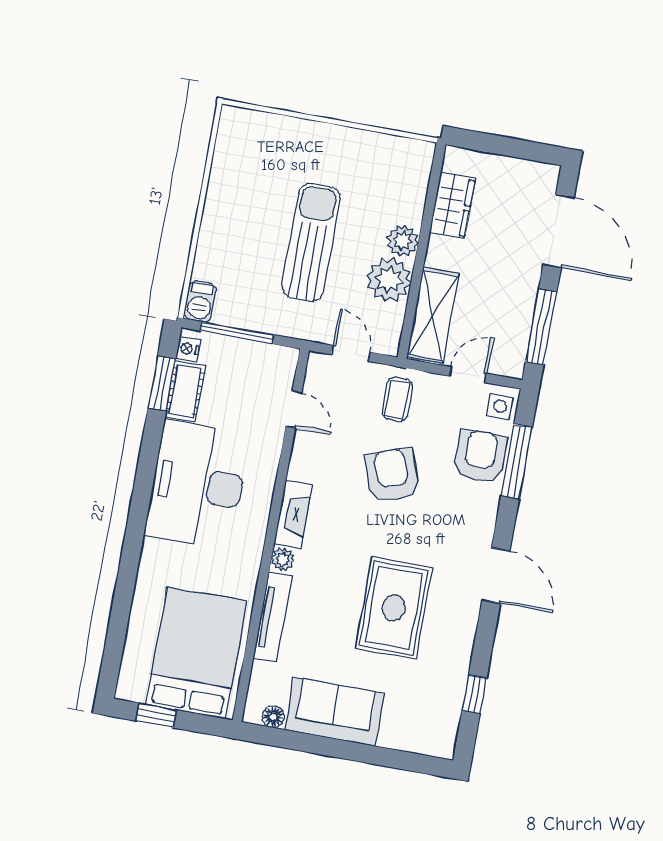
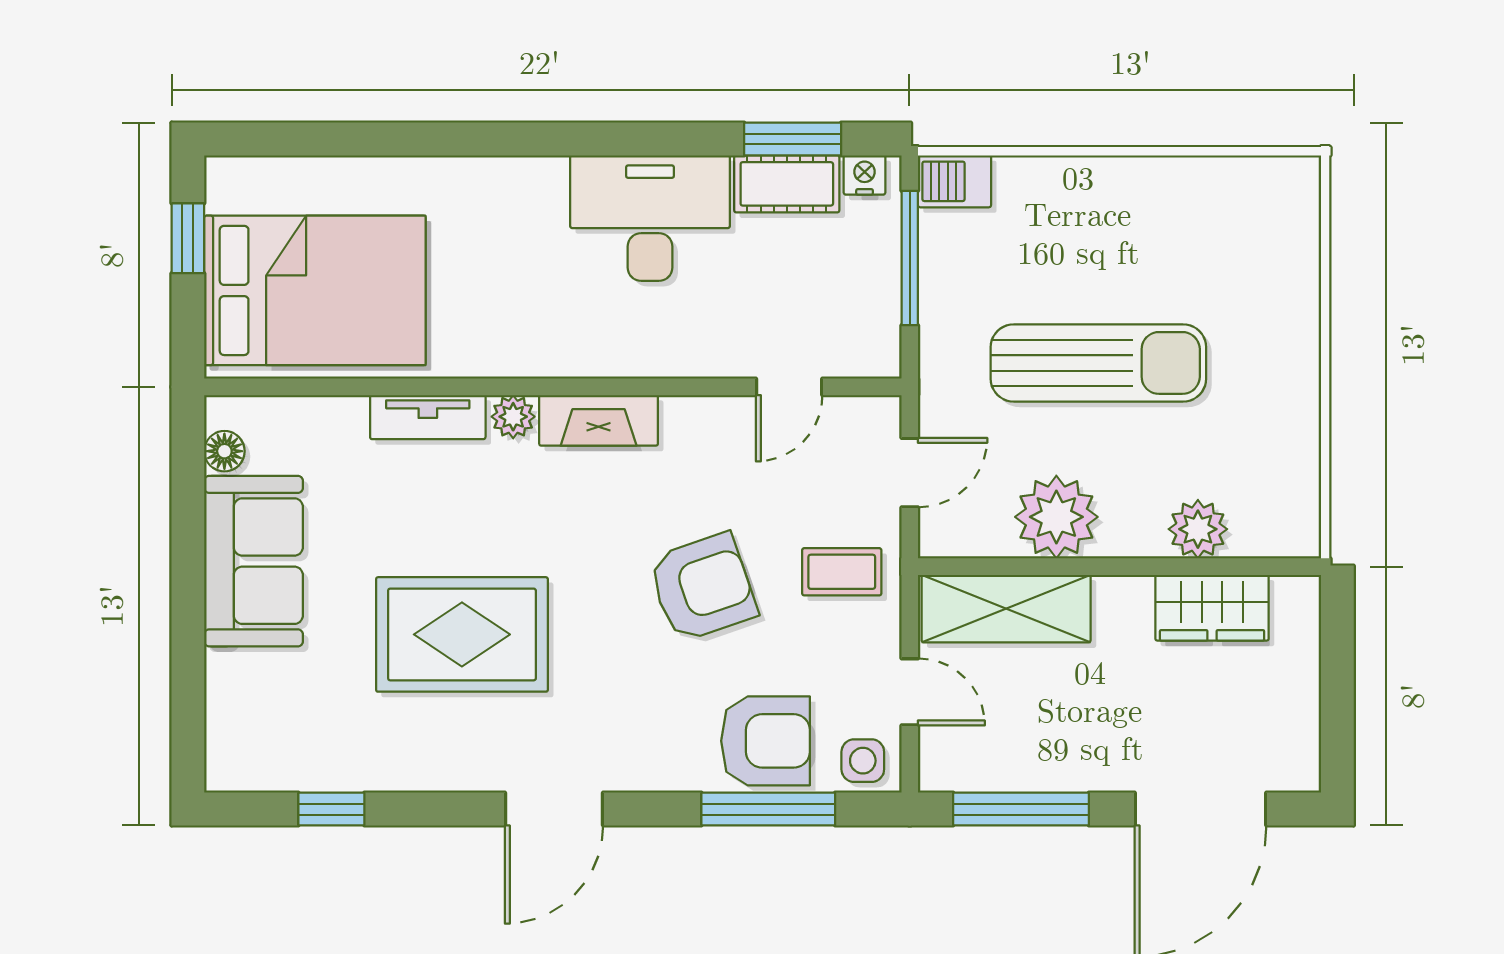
plant: (403, 241) -> (1198, 529), moved
desk: (197, 485) -> (650, 218), width x0.73, depth x0.77
tv unit: (272, 618) -> (428, 417), width x0.71

